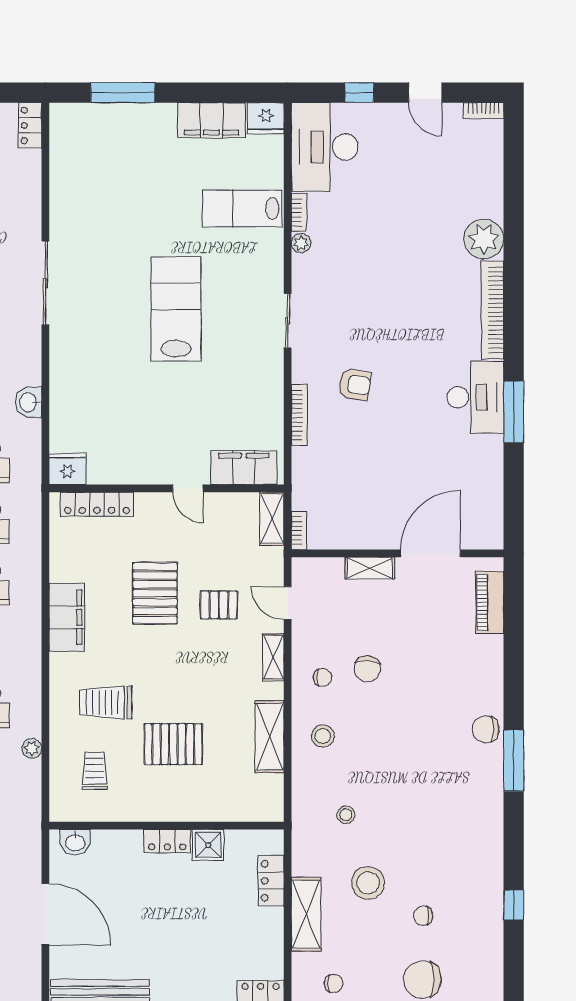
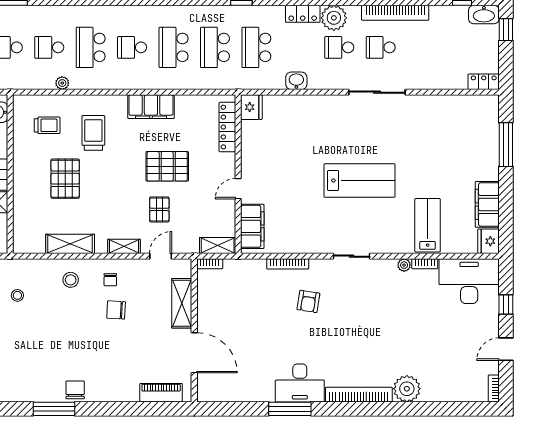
shelving: (370, 568) -> (182, 303), width x1.50, depth x1.33

